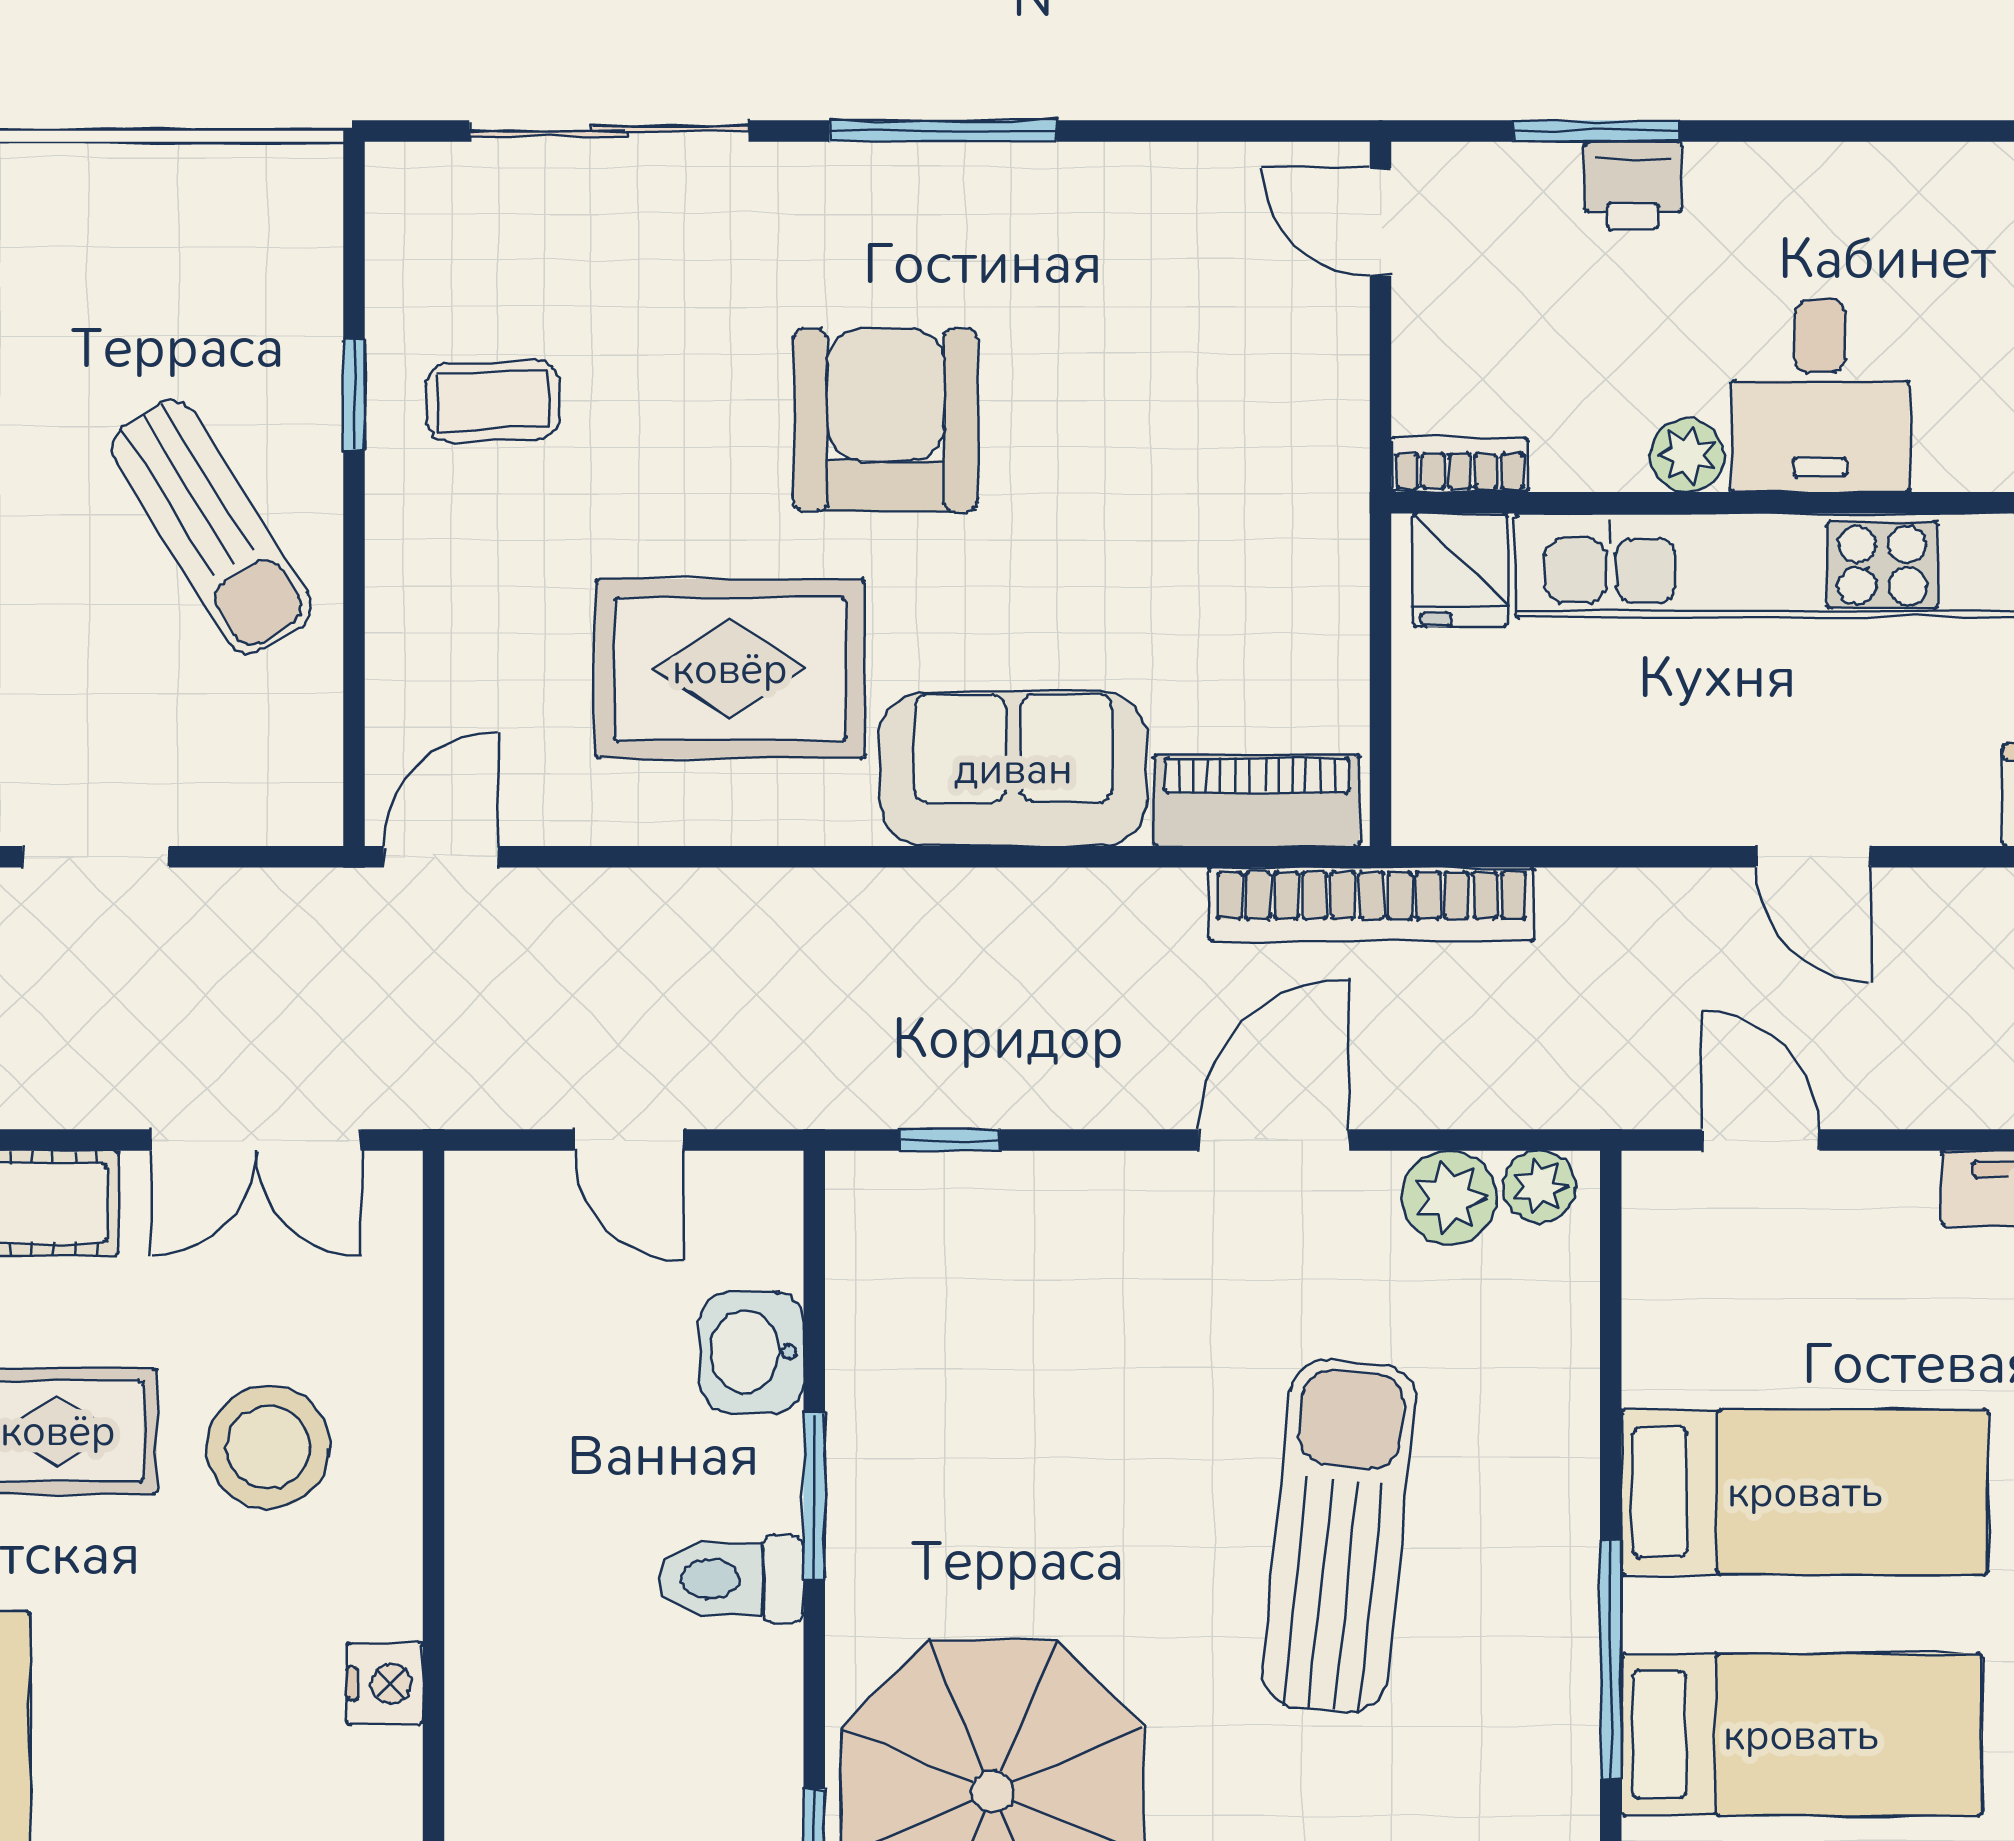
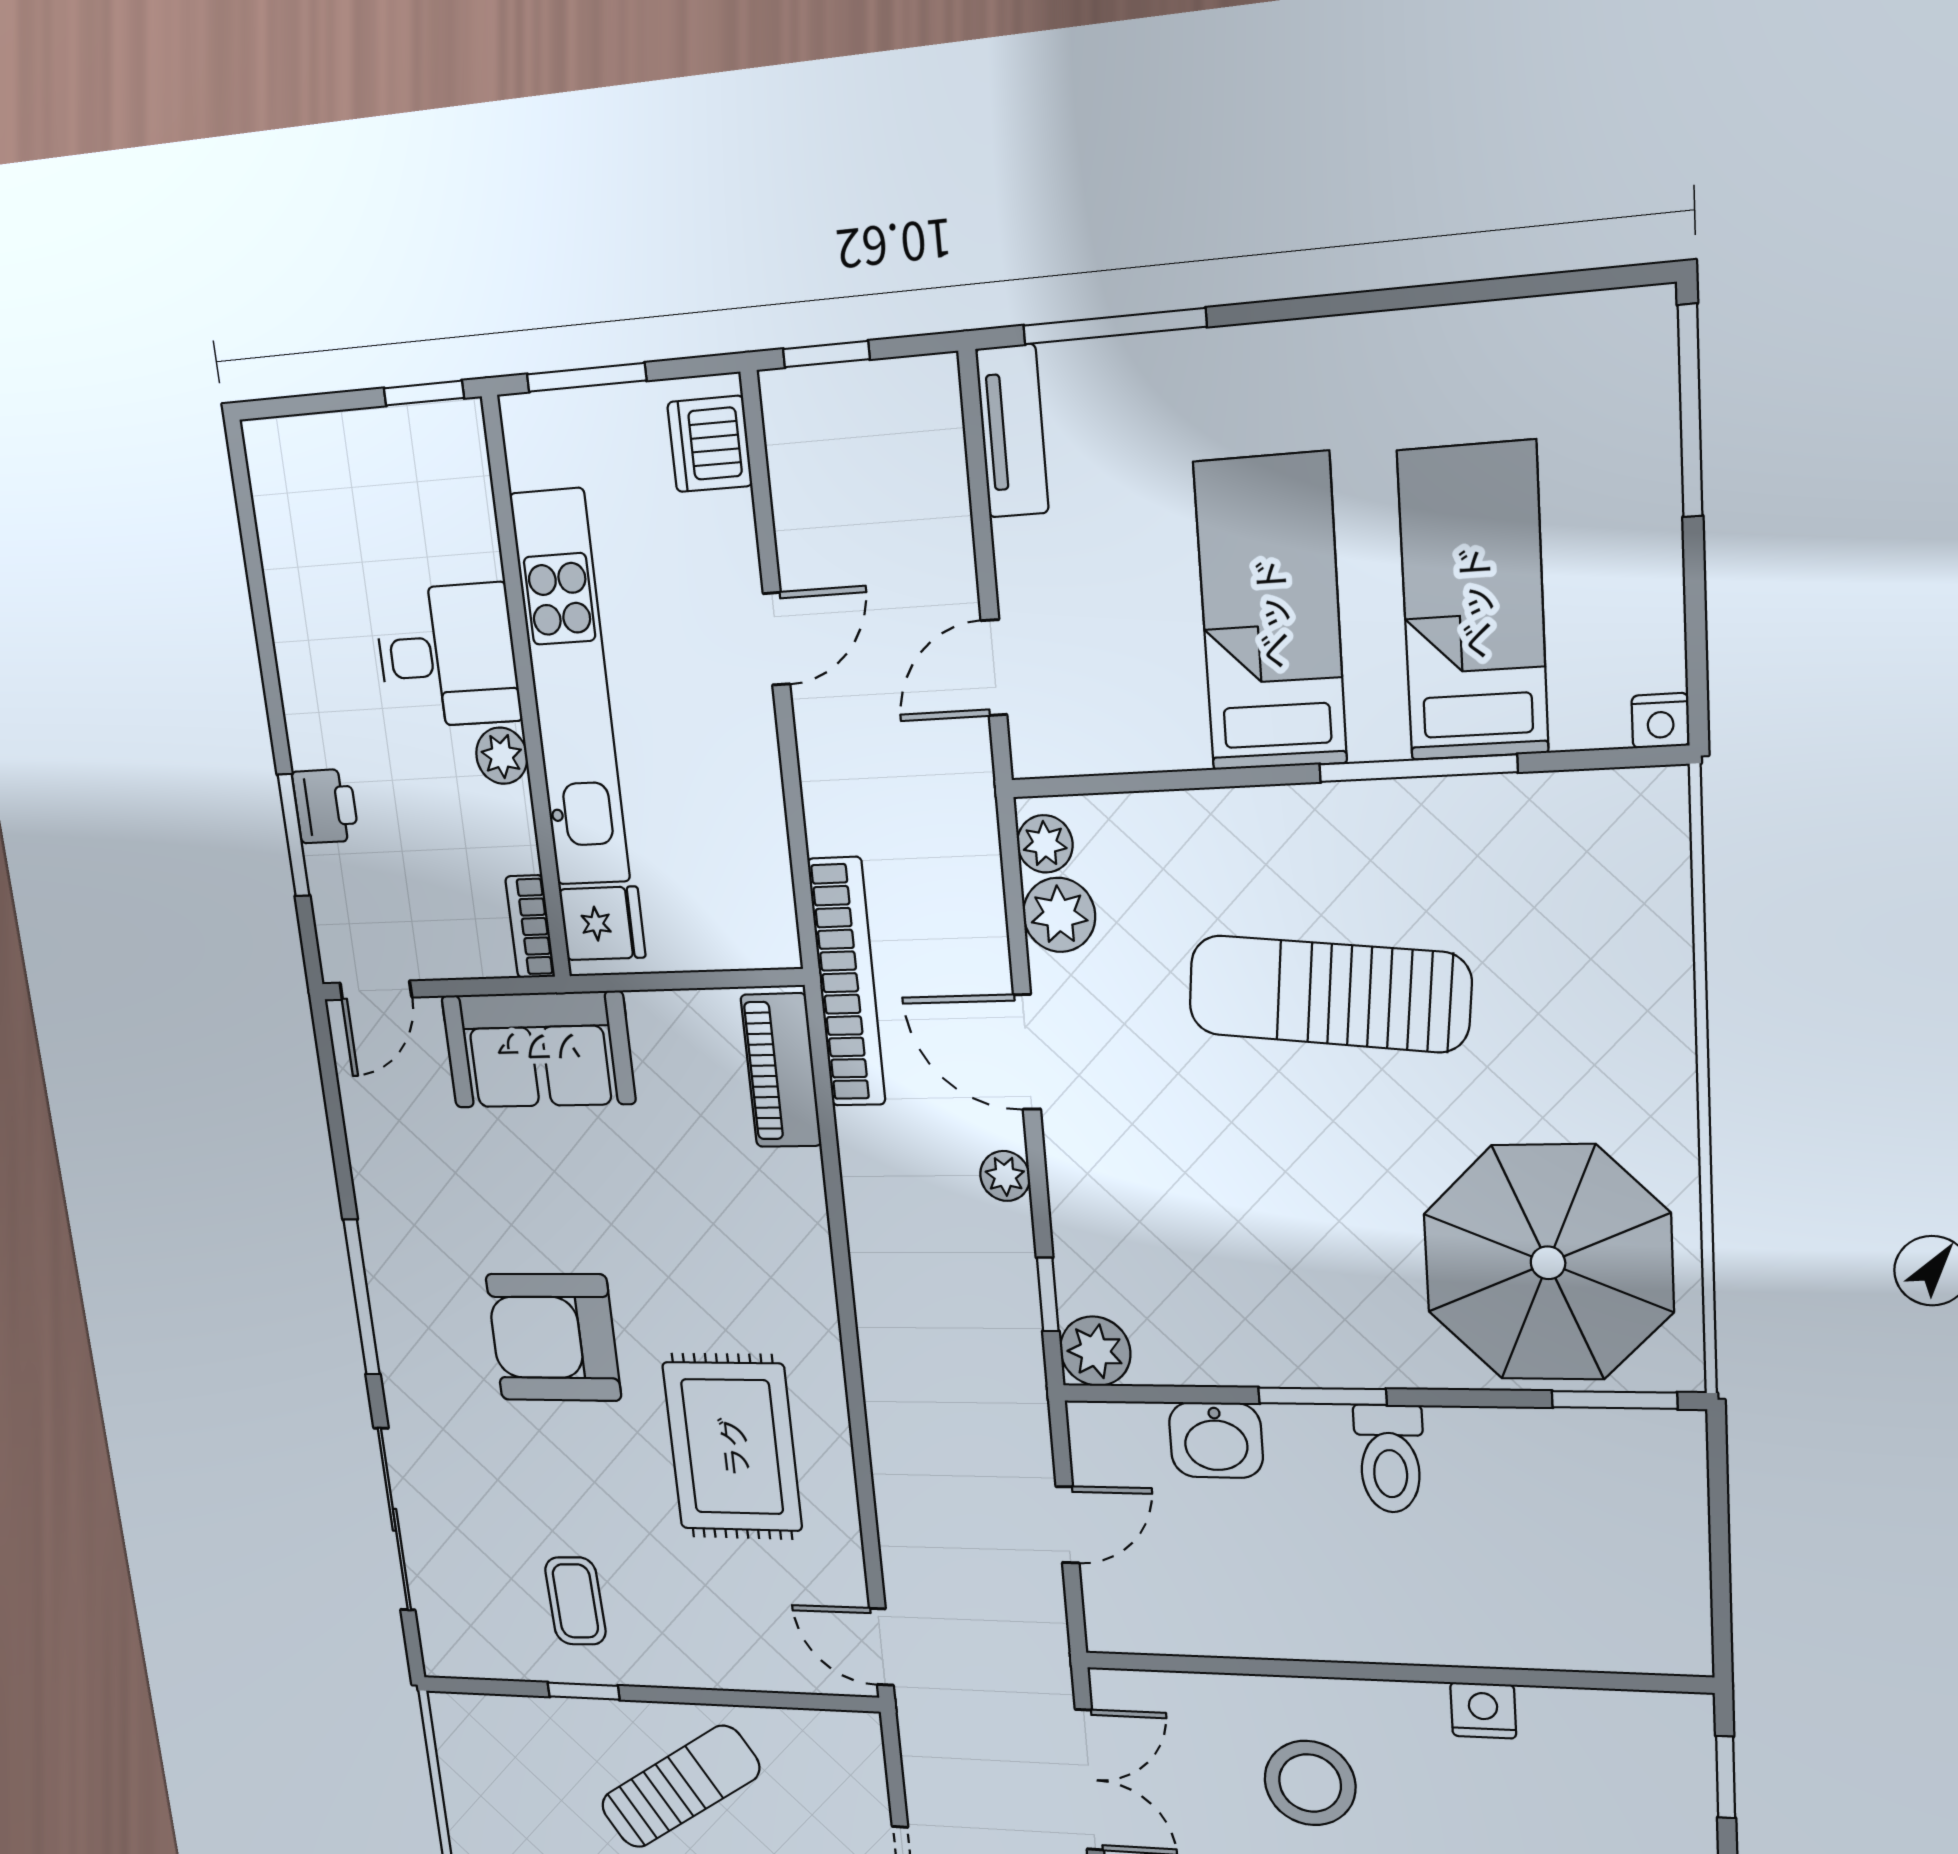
sofa: (1013, 769) -> (538, 1050), moved, turned -90
plant: (1110, 1096) -> (1005, 1176), added
plant: (872, 1198) -> (1095, 1351), added

